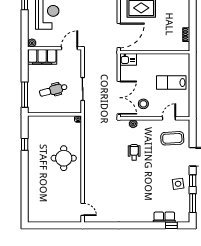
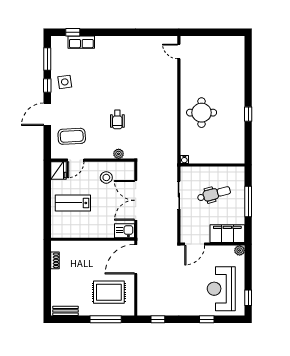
lab bench: (171, 83) -> (73, 203), turned 180
window: (25, 95) -> (248, 201), moved
double door: (119, 98) -> (136, 200), moved
fridge: (183, 110) -> (59, 170), added
window: (25, 144) -> (248, 114), moved

